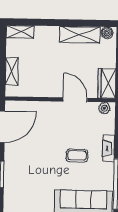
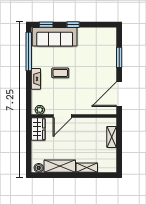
shelving: (20, 32) -> (87, 168), moved
door: (75, 100) -> (62, 116), hinge flipped

